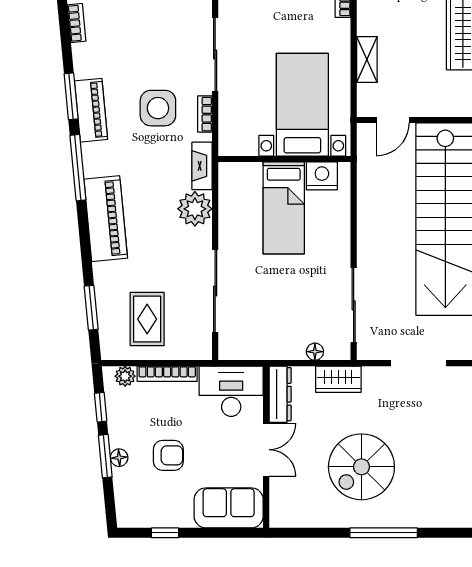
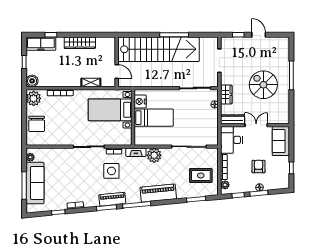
spiral stairs: (361, 467) -> (263, 85), turned 180

